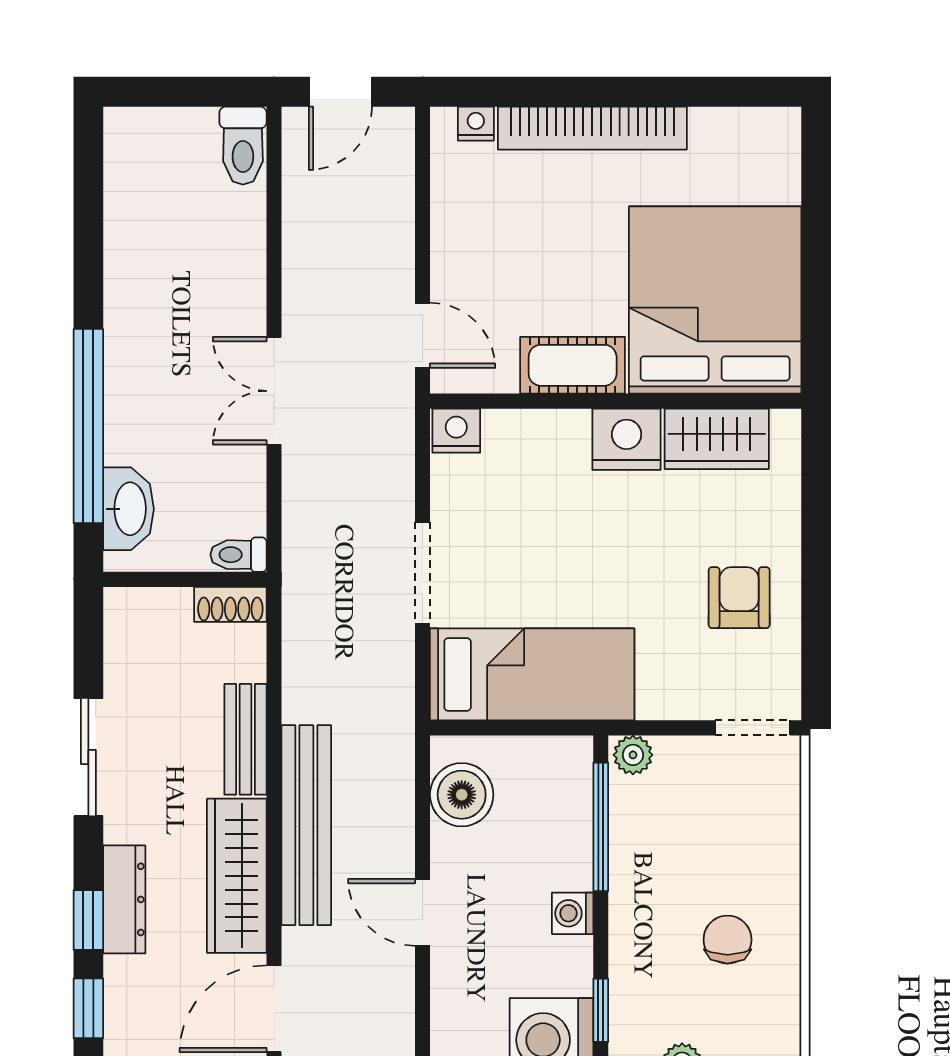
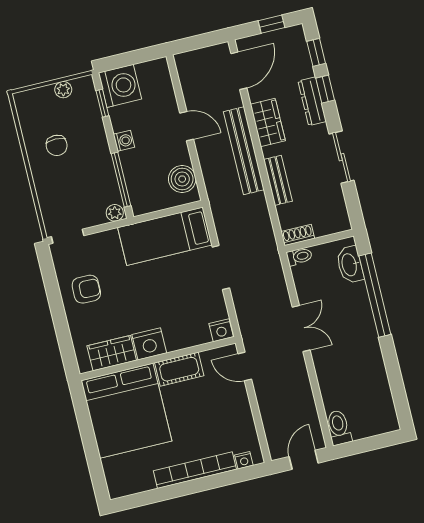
armchair: (739, 598) -> (86, 289), turned -89
wardrobe: (237, 876) -> (268, 123), width x0.67

